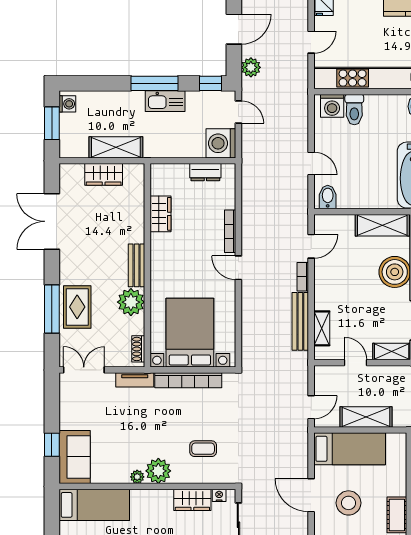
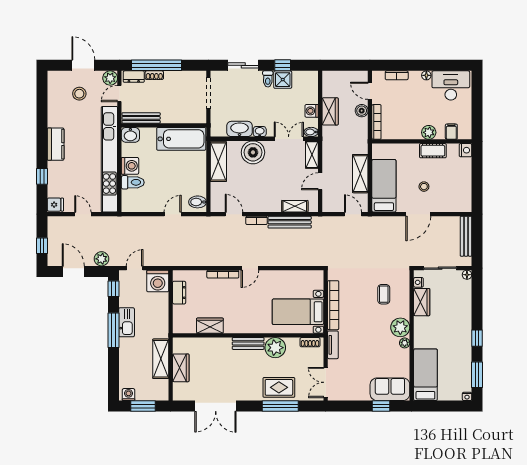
washing machine: (332, 106) -> (130, 166), moved
bed with nightstands: (190, 333) -> (298, 312), width x0.73
stool: (348, 503) -> (424, 187), width x0.53, depth x0.53

